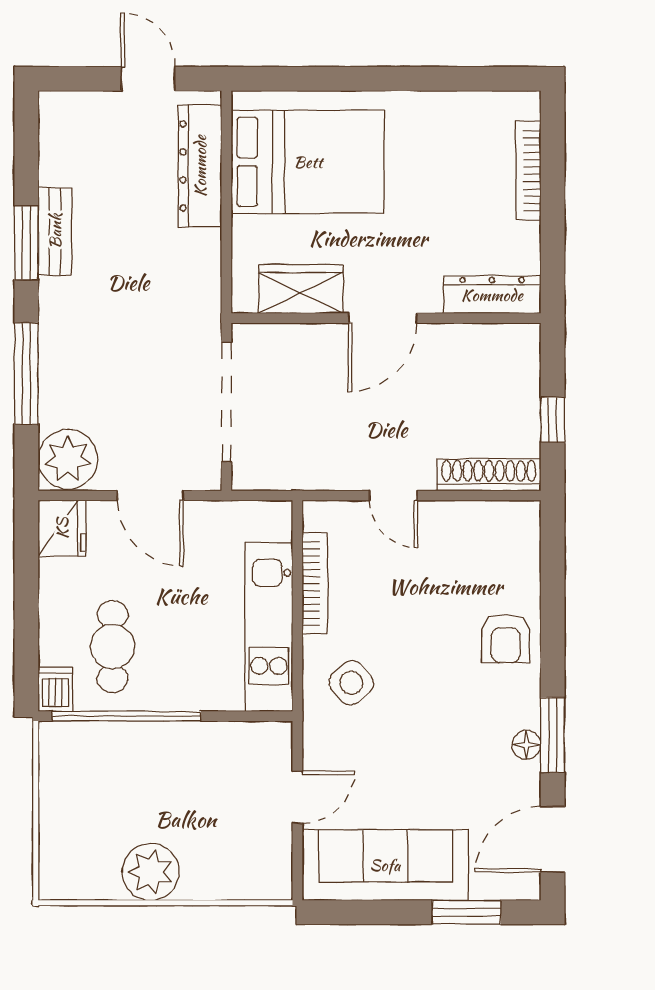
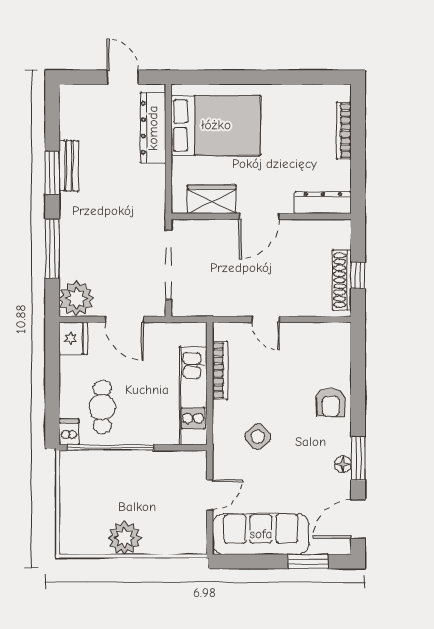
shoe rack: (489, 475) -> (342, 280), moved, turned -90
side table: (351, 683) -> (258, 437), moved

